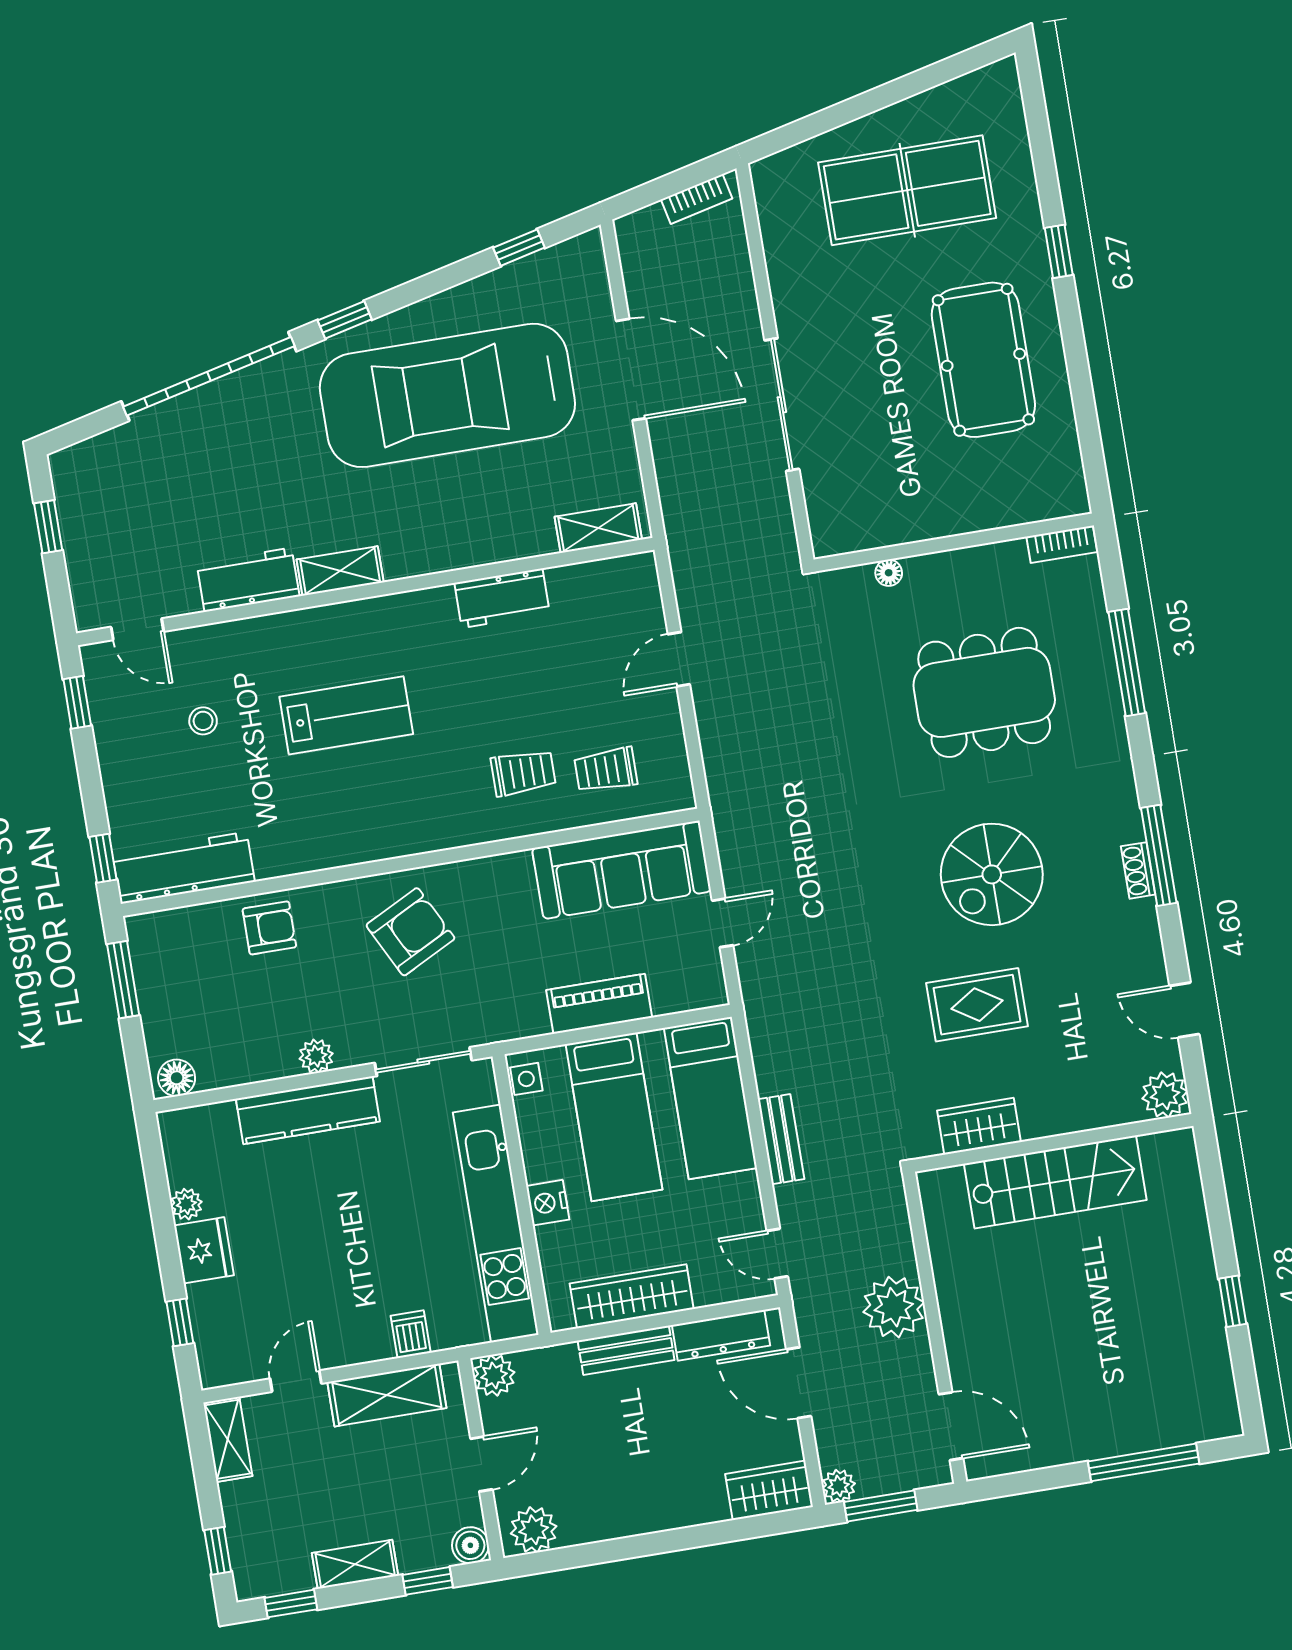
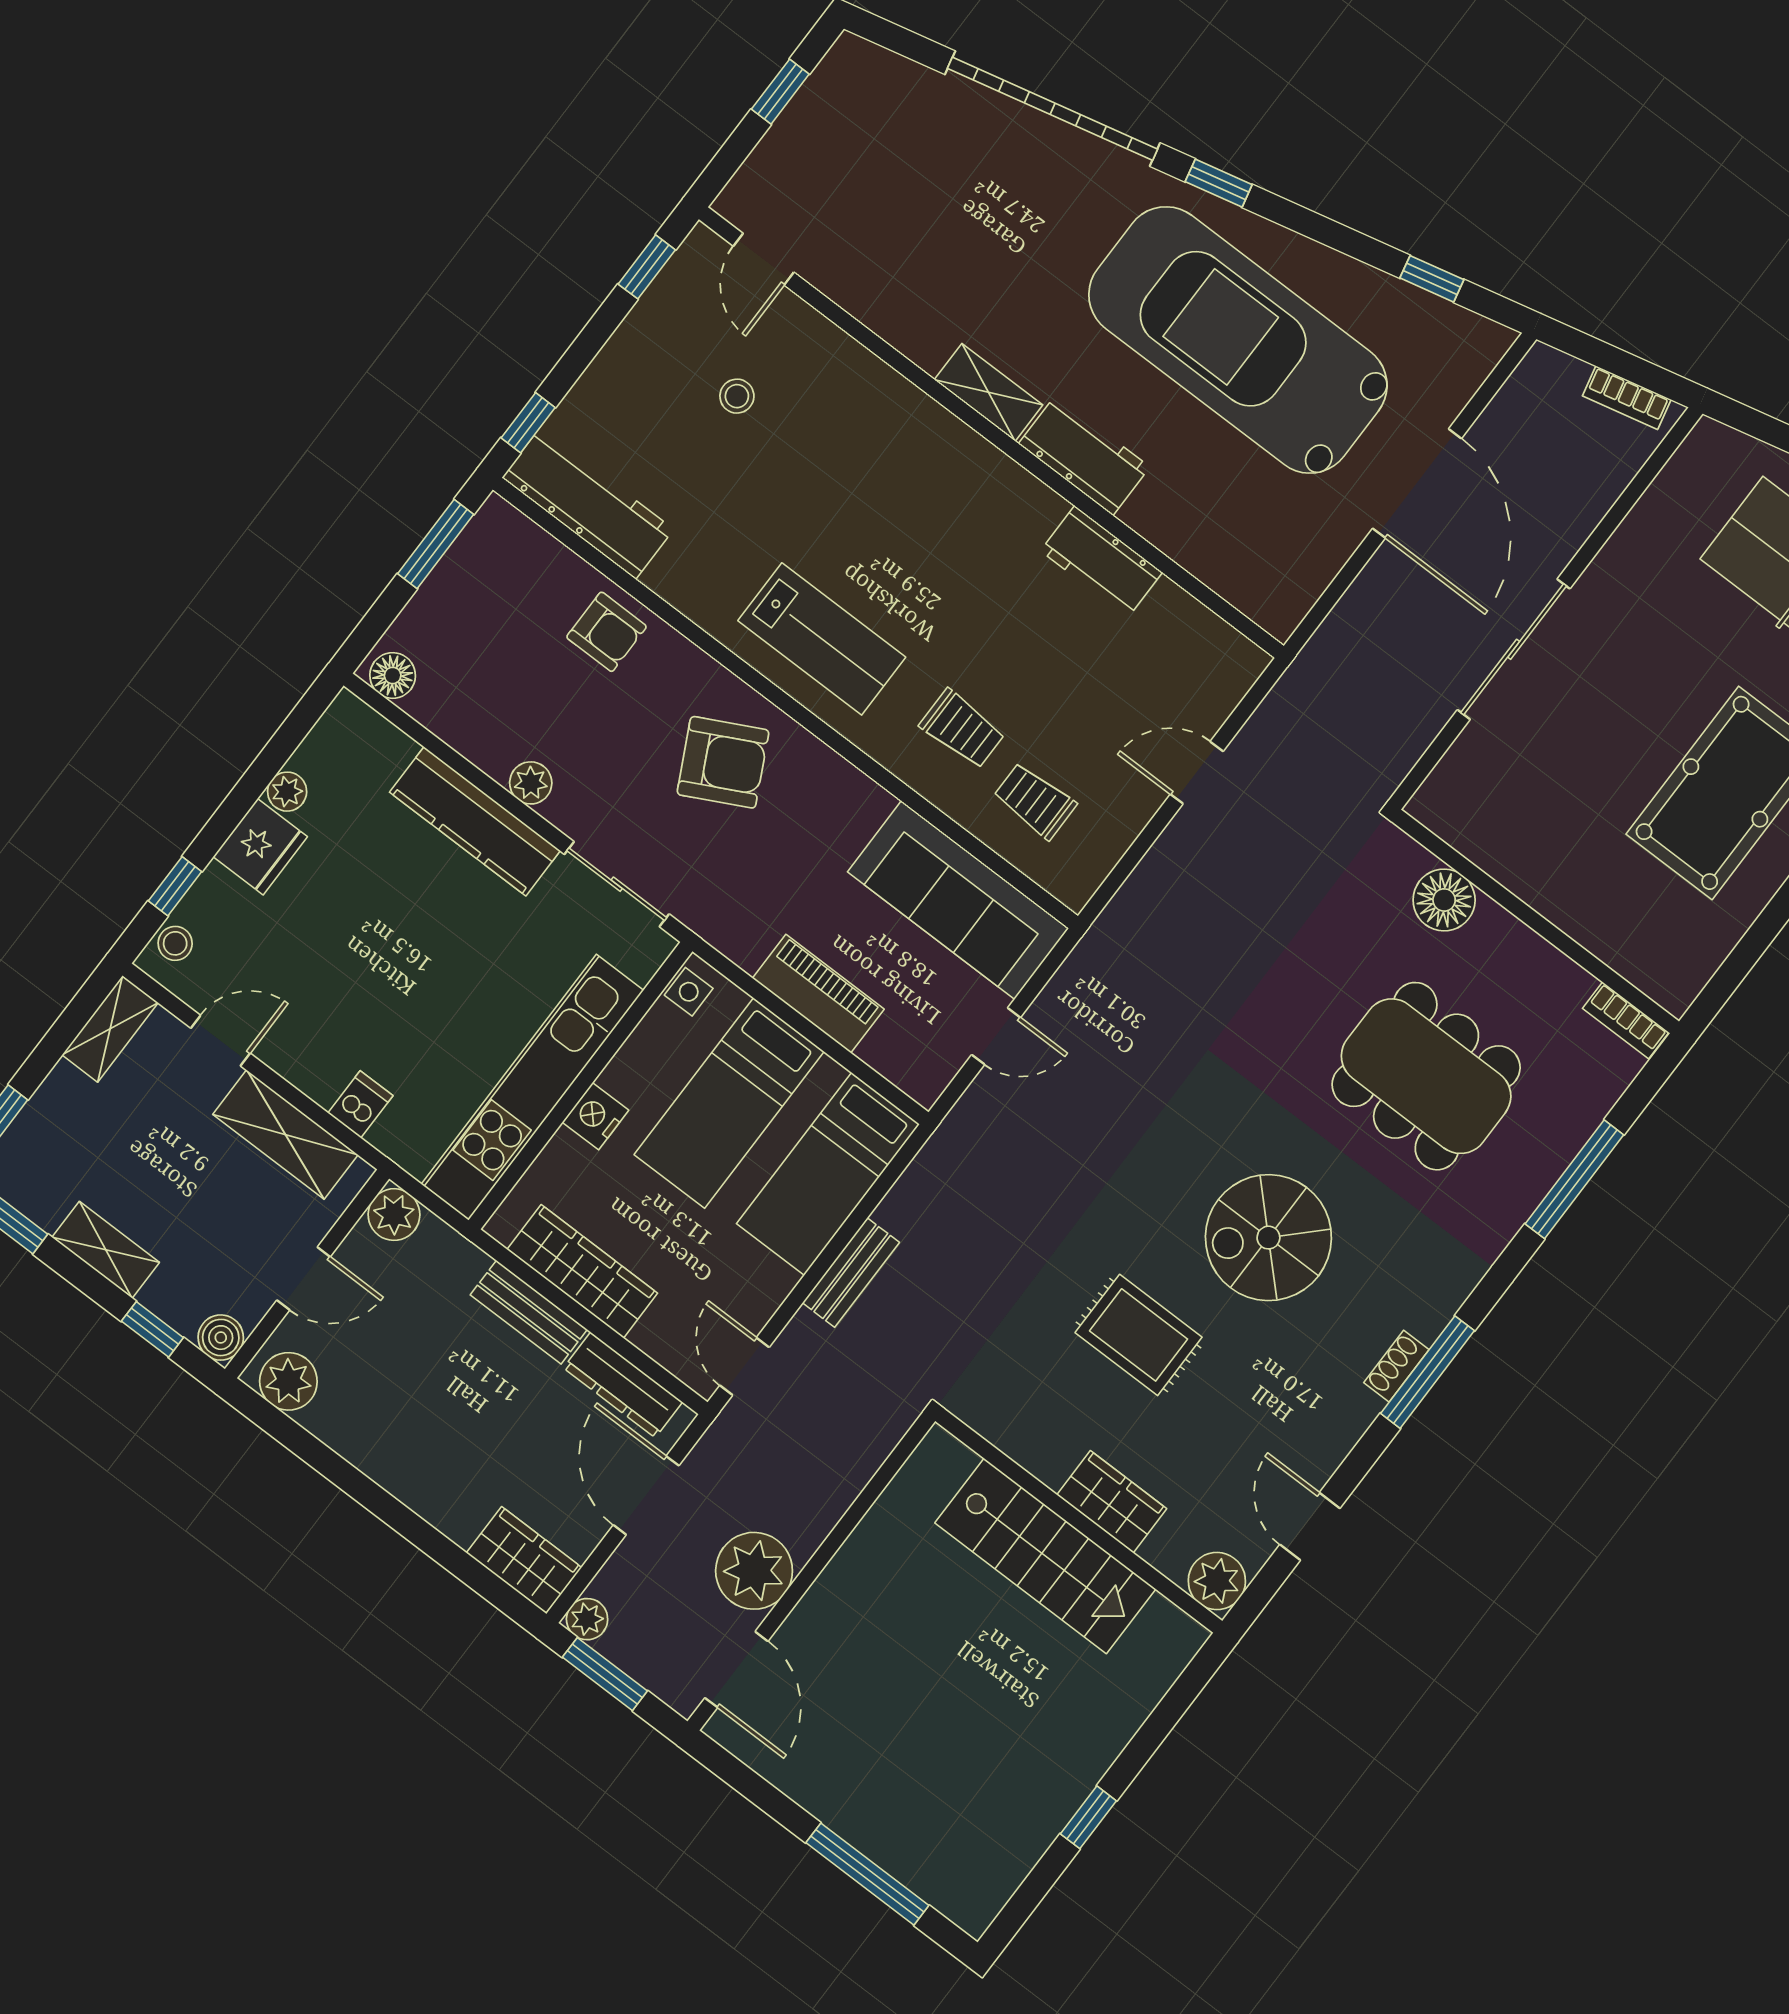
shelving: (598, 528) -> (1246, 589), removed
floor lamp: (889, 573) -> (1444, 900), width x1.89, depth x1.89
workbench: (248, 580) -> (1084, 455), moved
lab bench: (346, 715) -> (822, 639), moved
wardrobe: (979, 1126) -> (1112, 1502), moved
plant: (894, 1307) -> (754, 1571), moved
stool: (214, 1354) -> (175, 943), added

